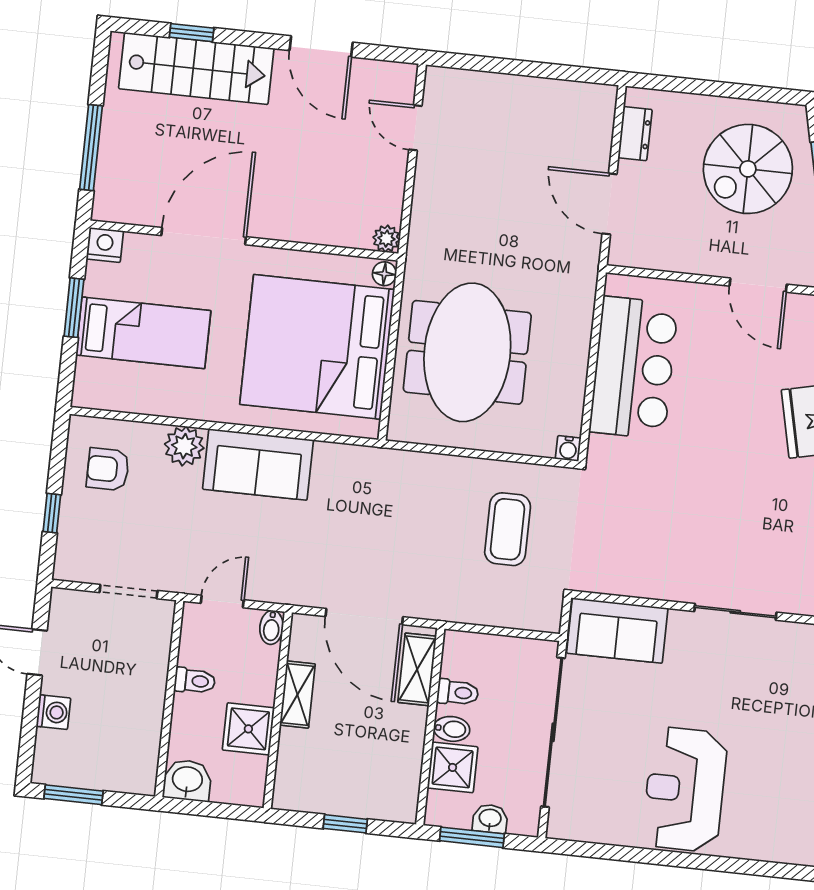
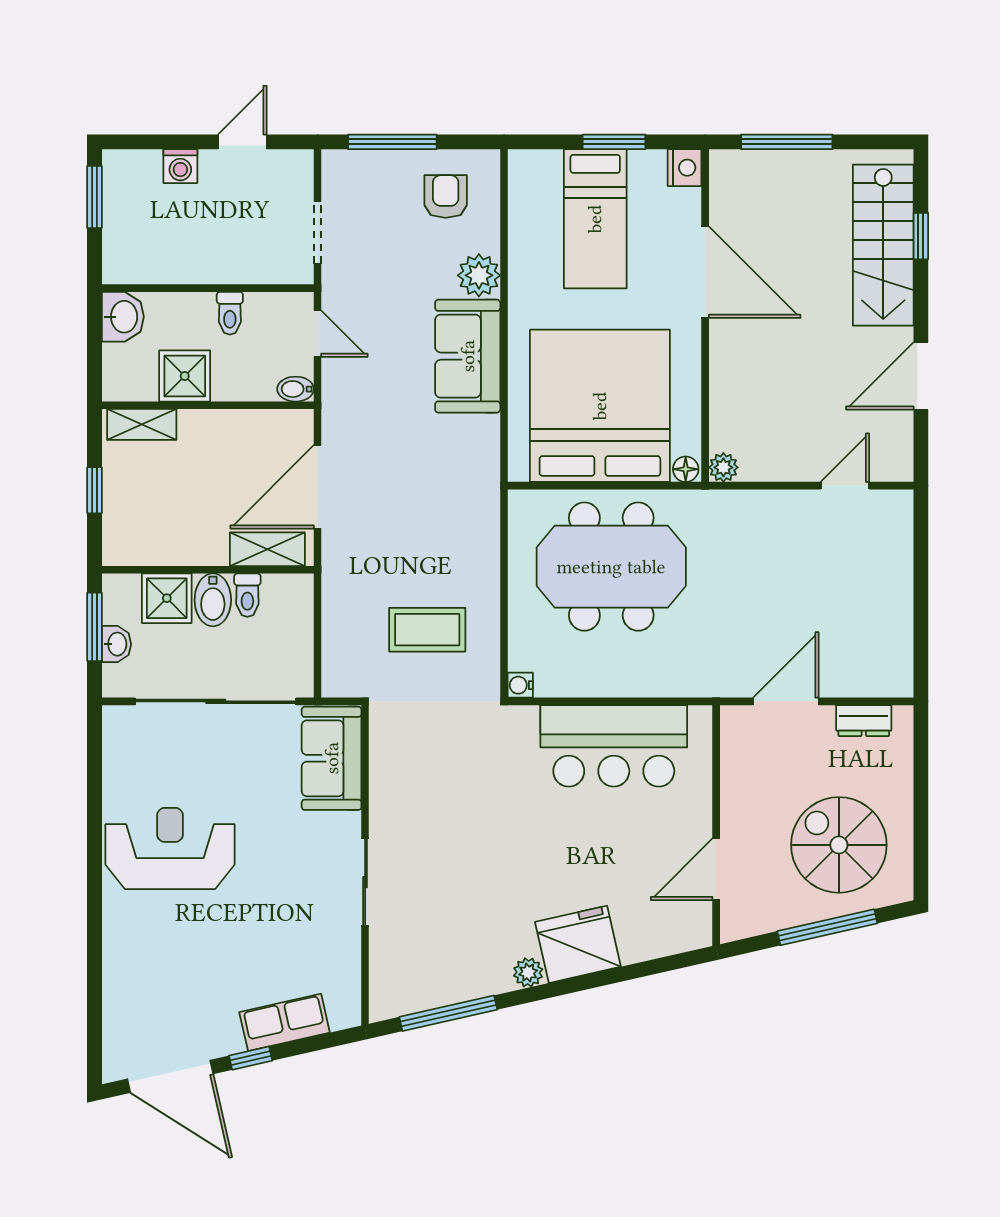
window: (52, 513) -> (392, 142), width x2.17
shelving: (297, 695) -> (142, 424), moved
bidet: (452, 729) -> (213, 600), width x1.38, depth x1.36

